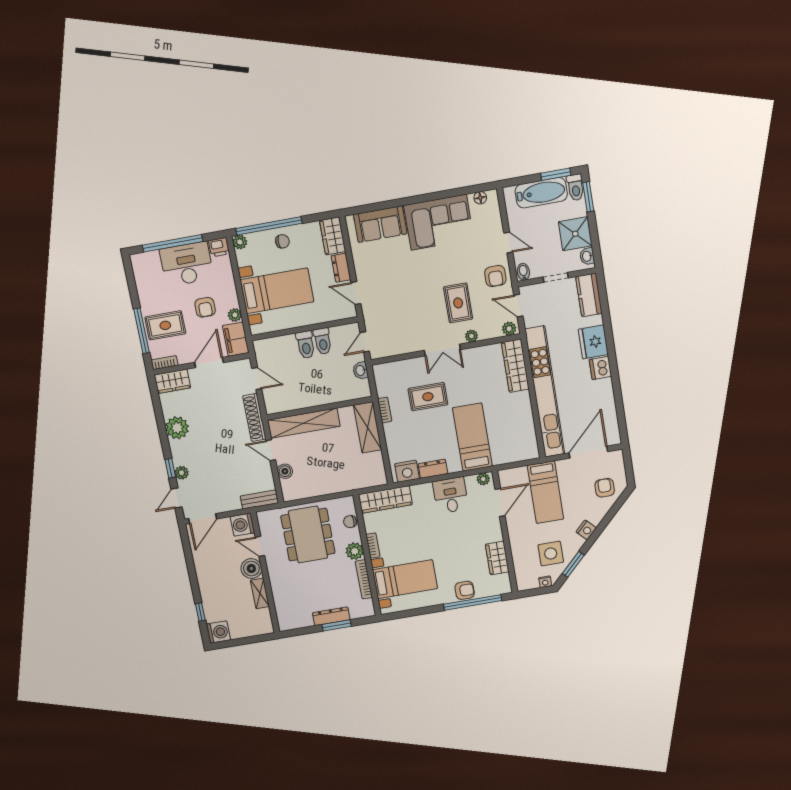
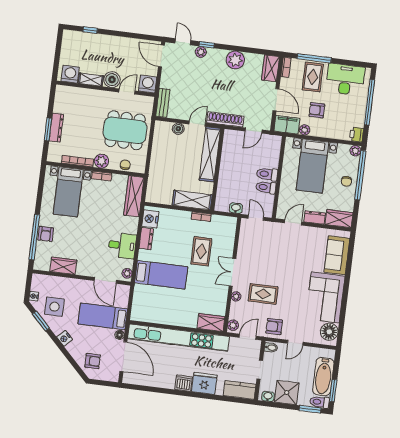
floor lamp: (480, 198) -> (329, 332), width x1.89, depth x1.89
desk: (187, 264) -> (345, 79), moved, turned -90
wardrobe: (515, 366) -> (211, 323), width x0.67
floor lamp: (563, 465) -> (120, 335), added
washing machine: (218, 632) -> (70, 74), moved, turned 180

